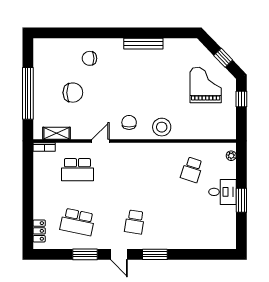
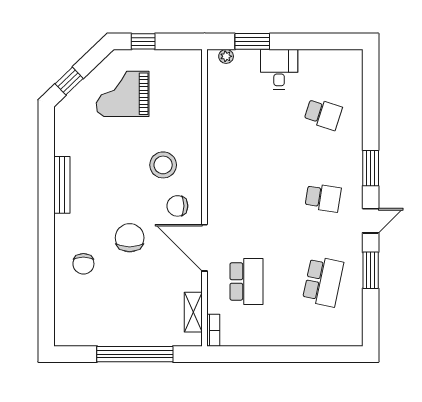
window: (223, 58) -> (69, 81), moved
chair: (73, 93) -> (130, 238), moved
stool: (162, 127) -> (163, 165), moved
door: (101, 141) -> (205, 248), width x1.87
school desk: (192, 170) -> (323, 114), moved
window: (241, 200) -> (252, 41), moved
locker: (39, 231) -> (336, 338), removed

